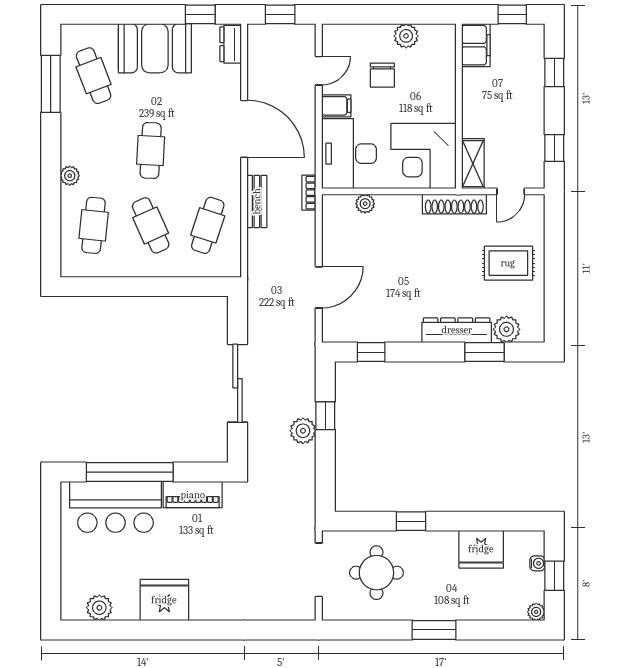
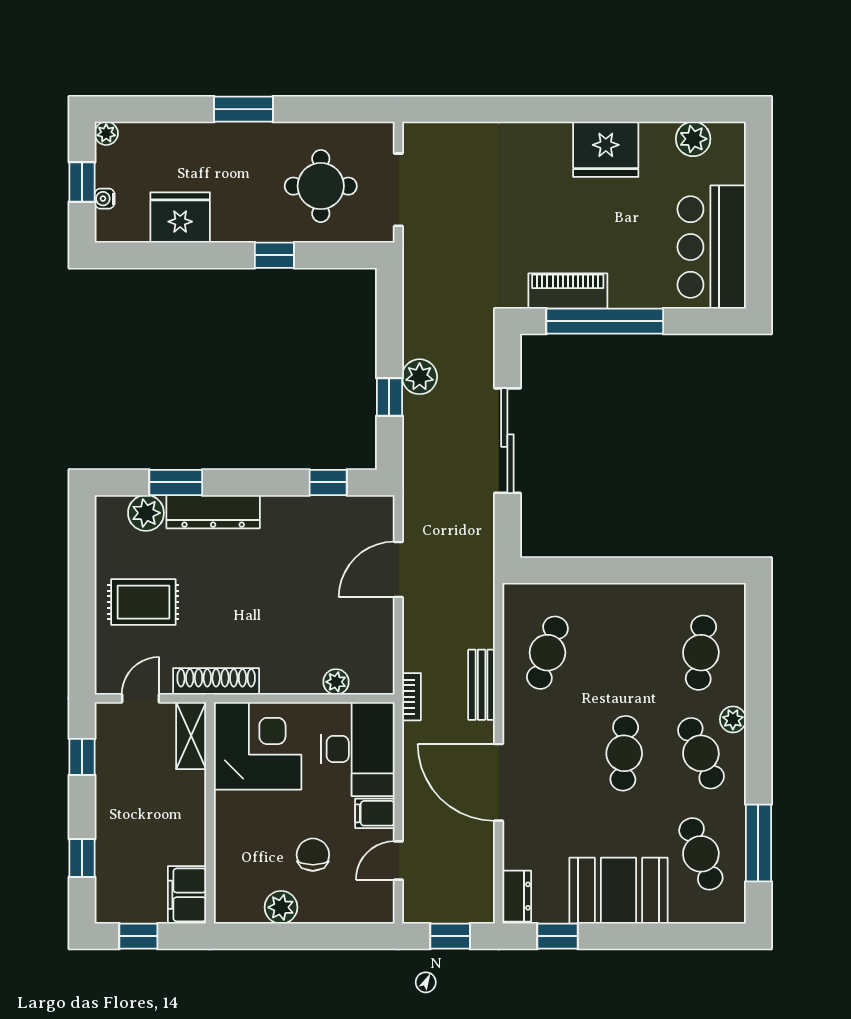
cafe table: (151, 225) -> (701, 753), moved
window: (130, 472) -> (605, 321), moved
bar counter: (115, 507) -> (712, 247), moved, turned -90

